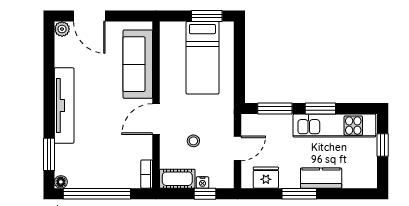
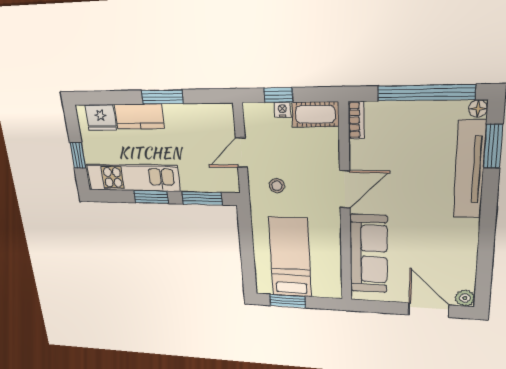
tv unit: (64, 105) -> (470, 170), moved
stool: (193, 141) -> (277, 186), moved
fridge: (266, 178) -> (101, 117), moved

